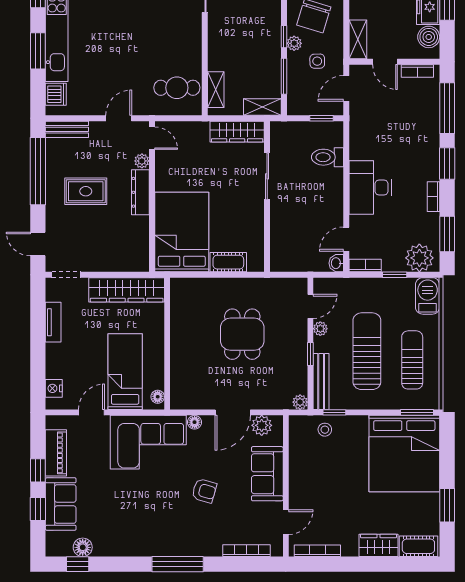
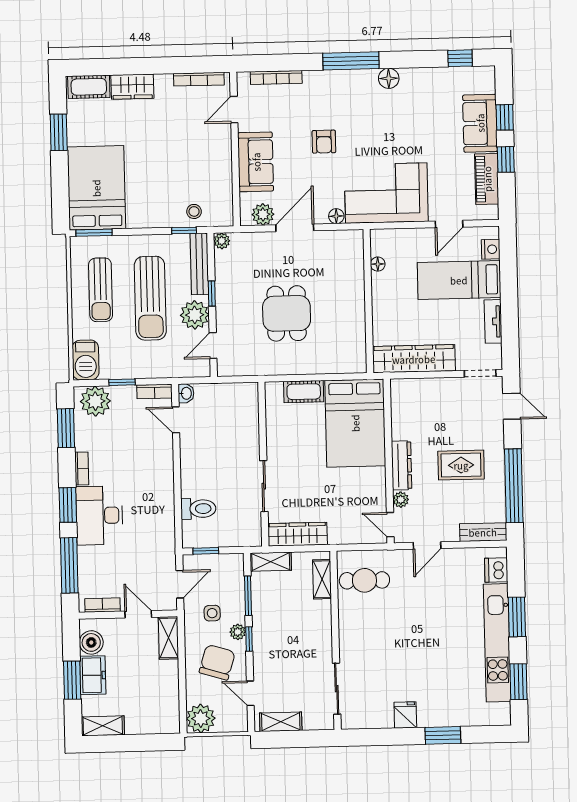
desk: (370, 187) -> (99, 515), moved, turned 180
door: (346, 239) -> (176, 420), swing flipped
plant: (320, 329) -> (195, 315), width x1.88, depth x1.88
bed: (125, 372) -> (459, 280), moved, turned 90
floor lamp: (158, 397) -> (378, 264), moved
bed: (404, 454) -> (96, 188), width x0.73
armchair: (204, 491) -> (324, 142), turned -106
floor lamp: (83, 547) -> (389, 78), moved

